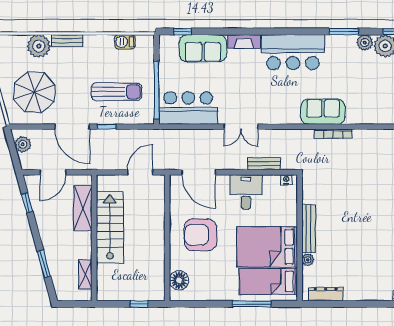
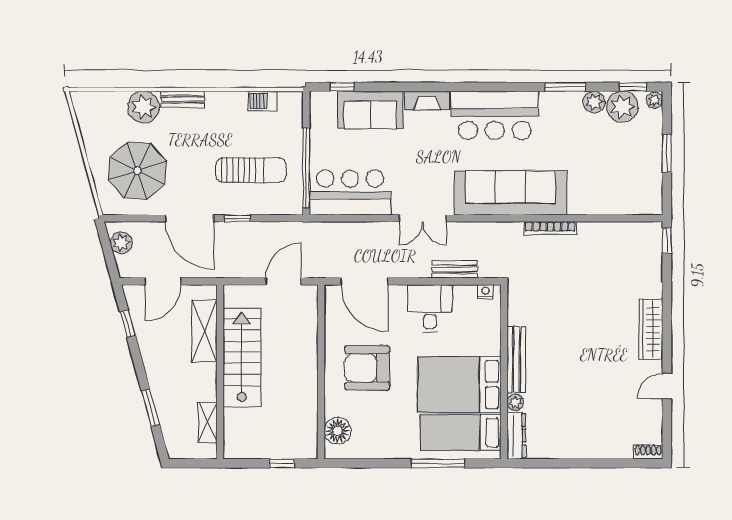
sofa: (323, 112) -> (511, 193), width x1.85, depth x1.27
dresser: (326, 294) -> (516, 436), moved, turned 90

